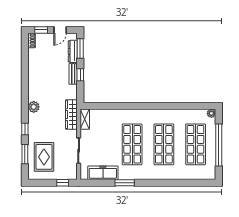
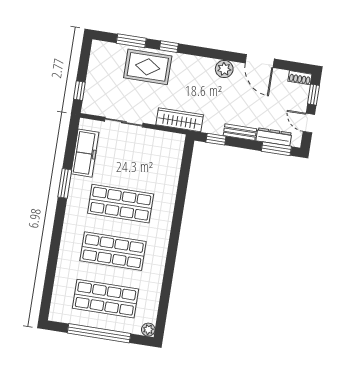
door: (25, 68) -> (260, 61), added
window: (80, 75) -> (216, 139), moved
plant: (34, 107) -> (224, 69), moved
shelving: (85, 119) -> (169, 139), removed
rug: (44, 157) -> (148, 67), moved

